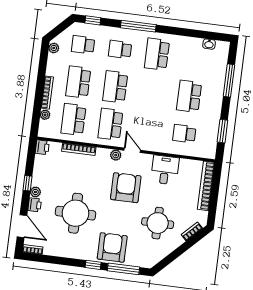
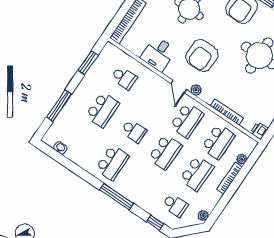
school desk: (120, 49) -> (134, 131), moved

